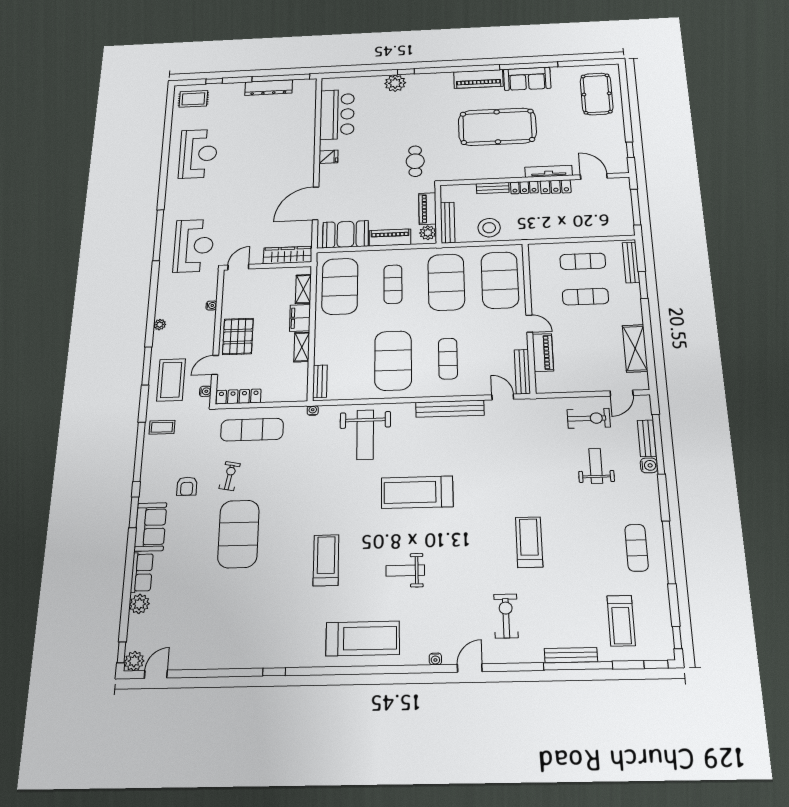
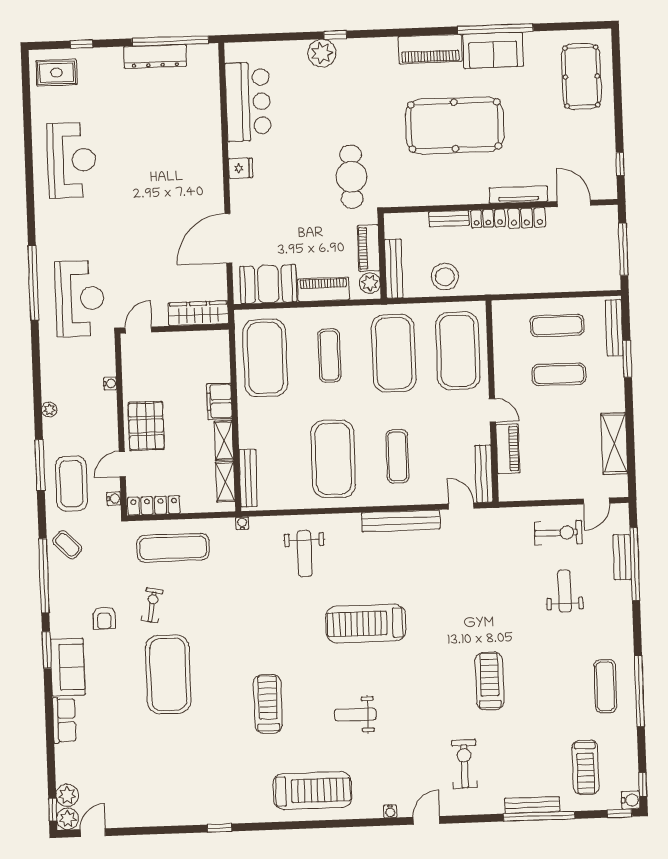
cafe table: (415, 161) -> (351, 177), width x1.37, depth x1.35
shelving: (303, 289) -> (225, 482), moved
bench: (320, 381) -> (248, 478), width x1.36
coffee table: (162, 427) -> (67, 545), turned 45
weight bench: (365, 435) -> (305, 554), width x0.73, depth x0.75
water cooler: (649, 465) -> (631, 800), moved
plant: (139, 604) -> (67, 795), moved

